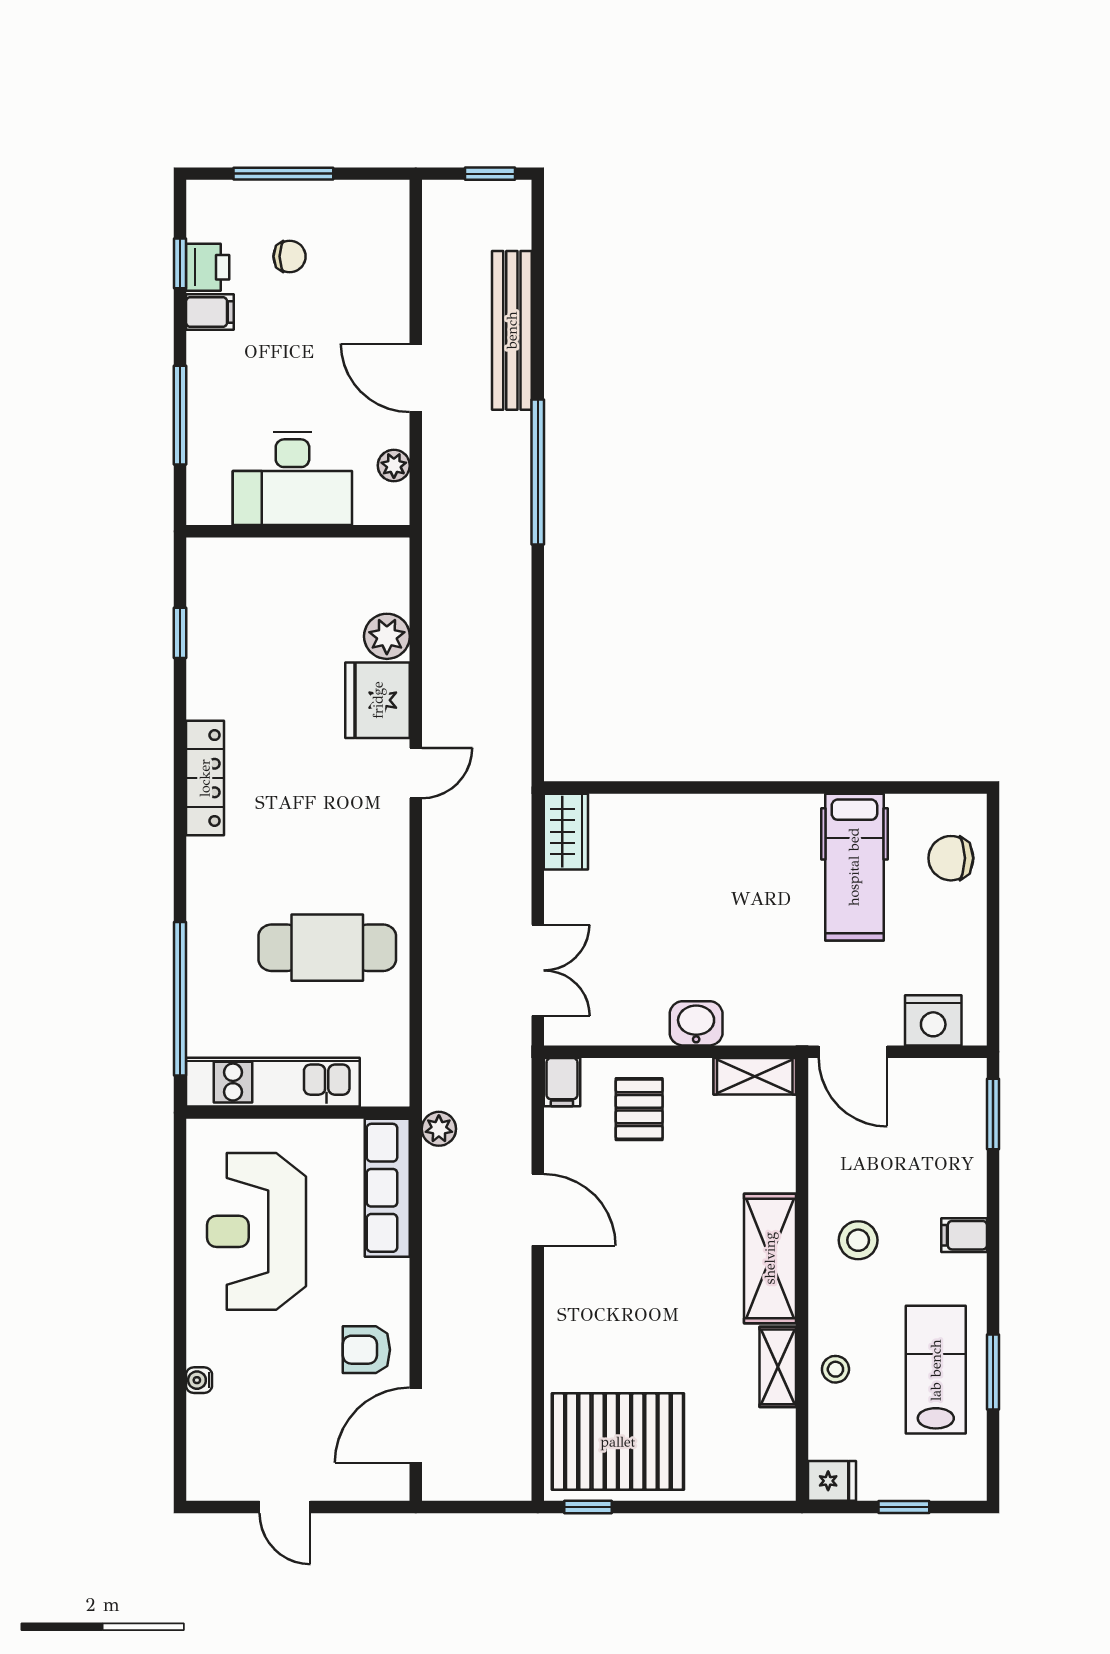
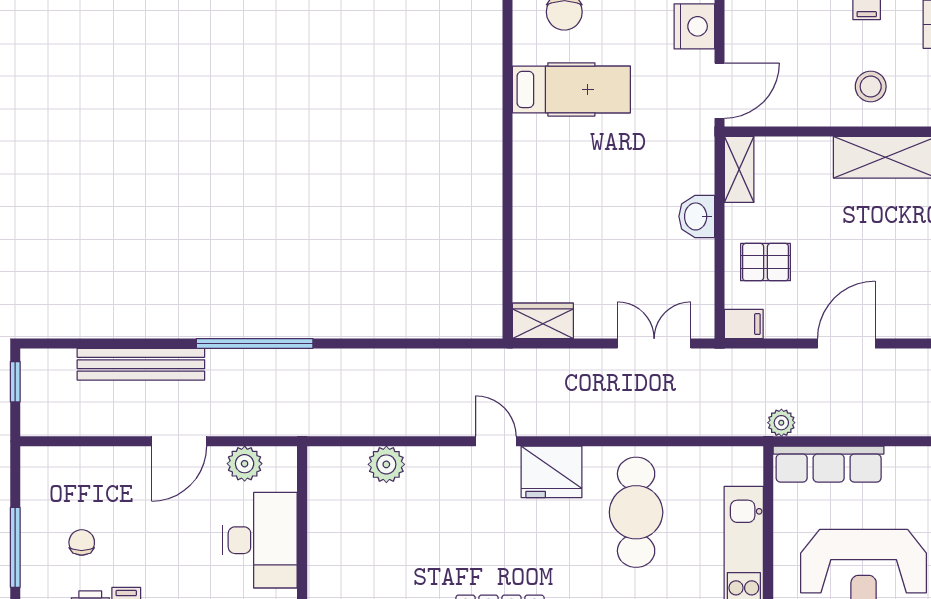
plant: (394, 465) -> (245, 464), width x1.38, depth x1.38
fridge: (378, 700) -> (552, 472), moved

